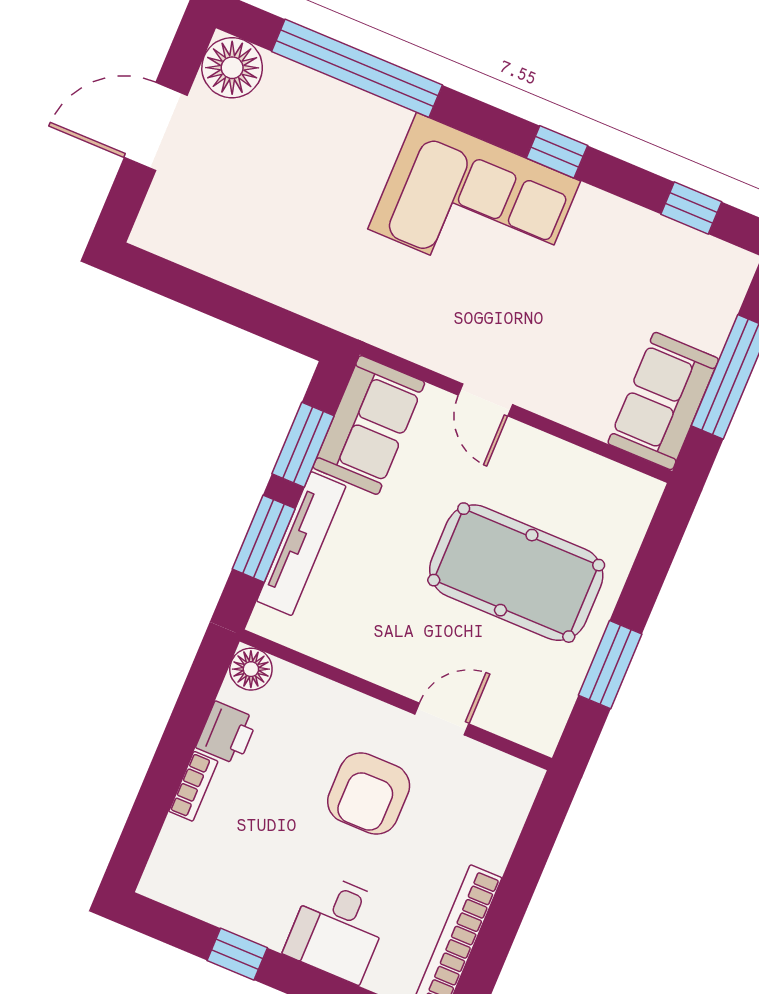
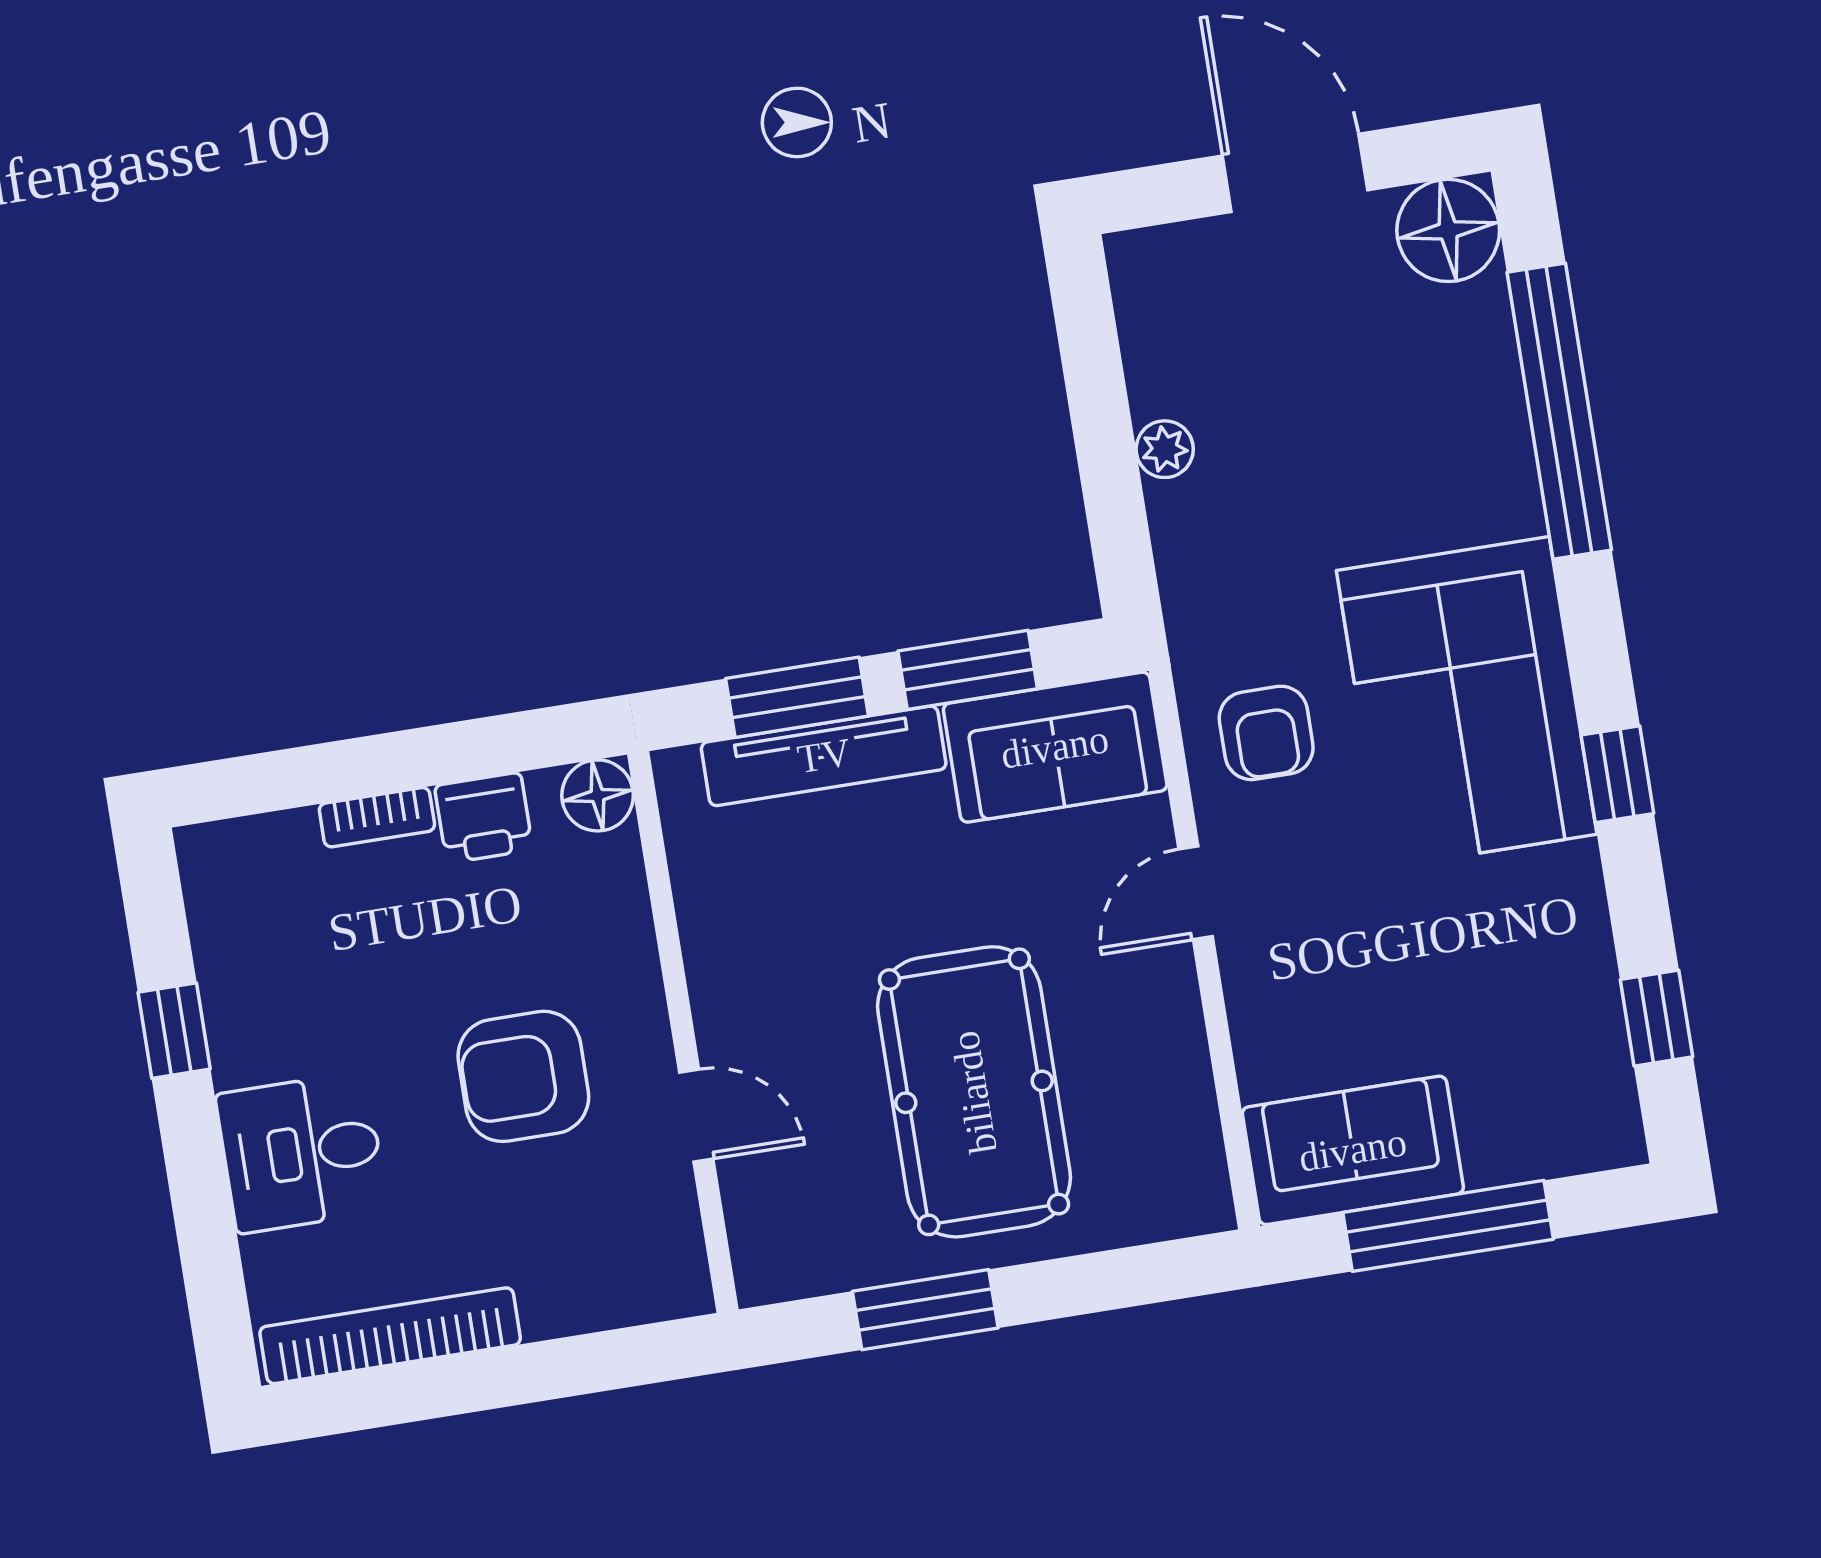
plant: (254, 278) -> (1165, 449), added
armchair: (427, 315) -> (1266, 733), added

